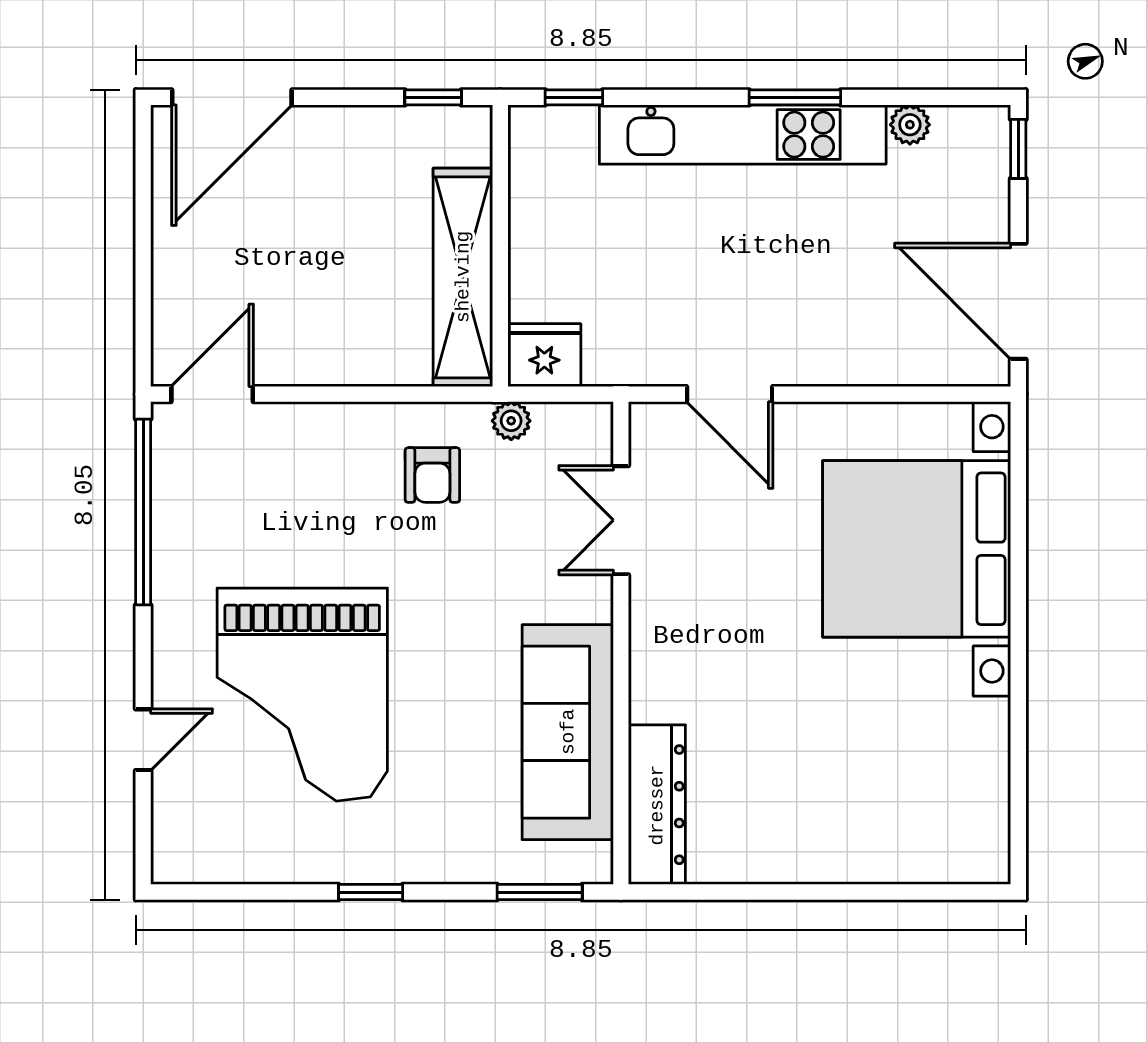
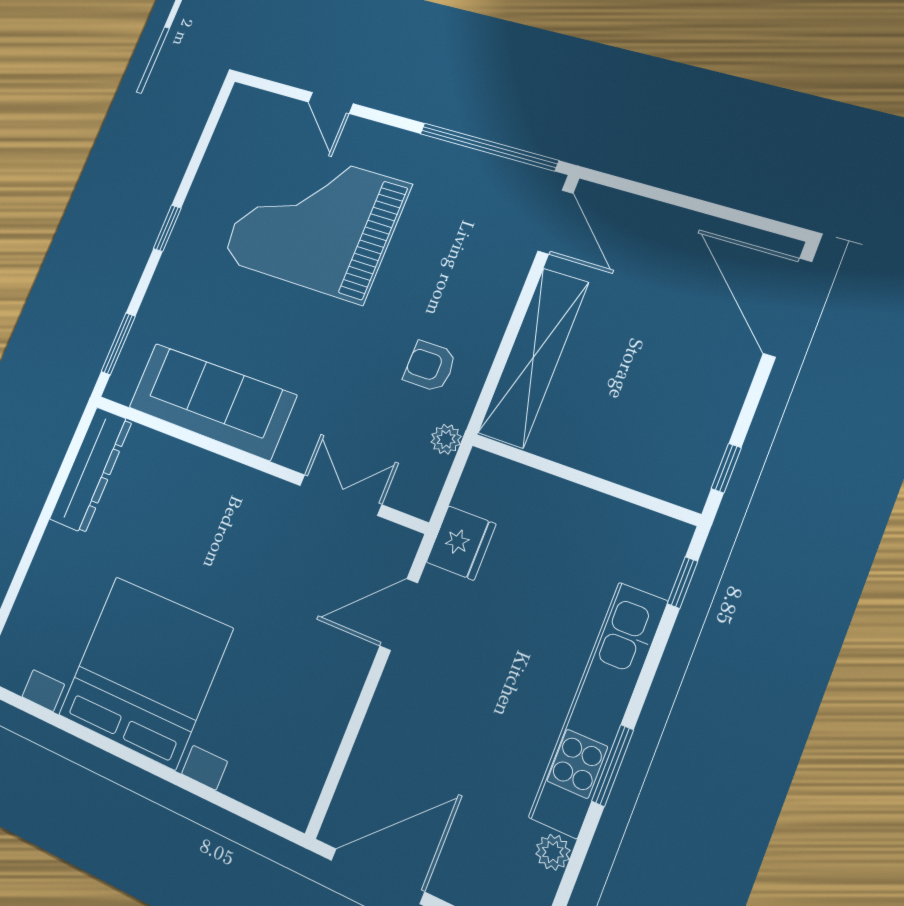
shelving: (463, 277) -> (533, 357), moved, turned 90
fridge: (544, 355) -> (461, 543), moved
bed with nightstands: (917, 549) -> (145, 672), moved
dresser: (657, 805) -> (91, 470), moved, turned -90

